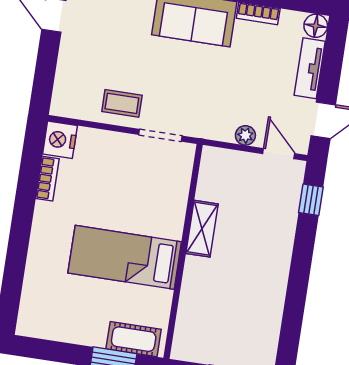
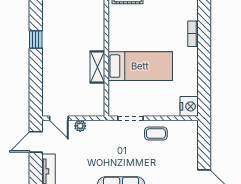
bookcase: (47, 179) -> (193, 34), moved
window: (311, 200) -> (36, 39), moved
bed: (125, 257) -> (140, 66), moved

